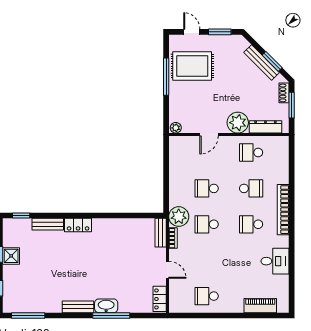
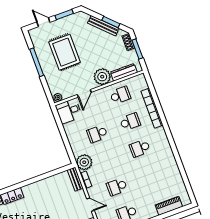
rug: (192, 66) -> (65, 52), moved, turned 90
school desk: (251, 153) -> (120, 95), turned 180
bookcase: (283, 210) -> (152, 108), moved
school desk: (207, 224) -> (117, 187), moved
desk: (275, 261) -> (69, 111), moved, turned 180

